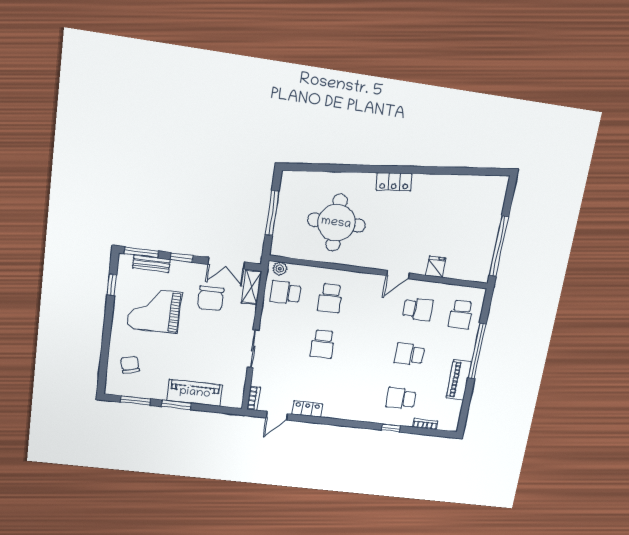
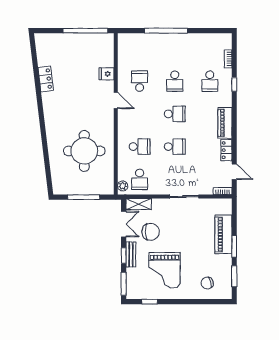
locker: (394, 182) -> (46, 79), moved
bench: (151, 264) -> (131, 254), moved
school desk: (461, 314) -> (175, 114), moved
piano: (459, 380) -> (225, 123), moved, turned 90

